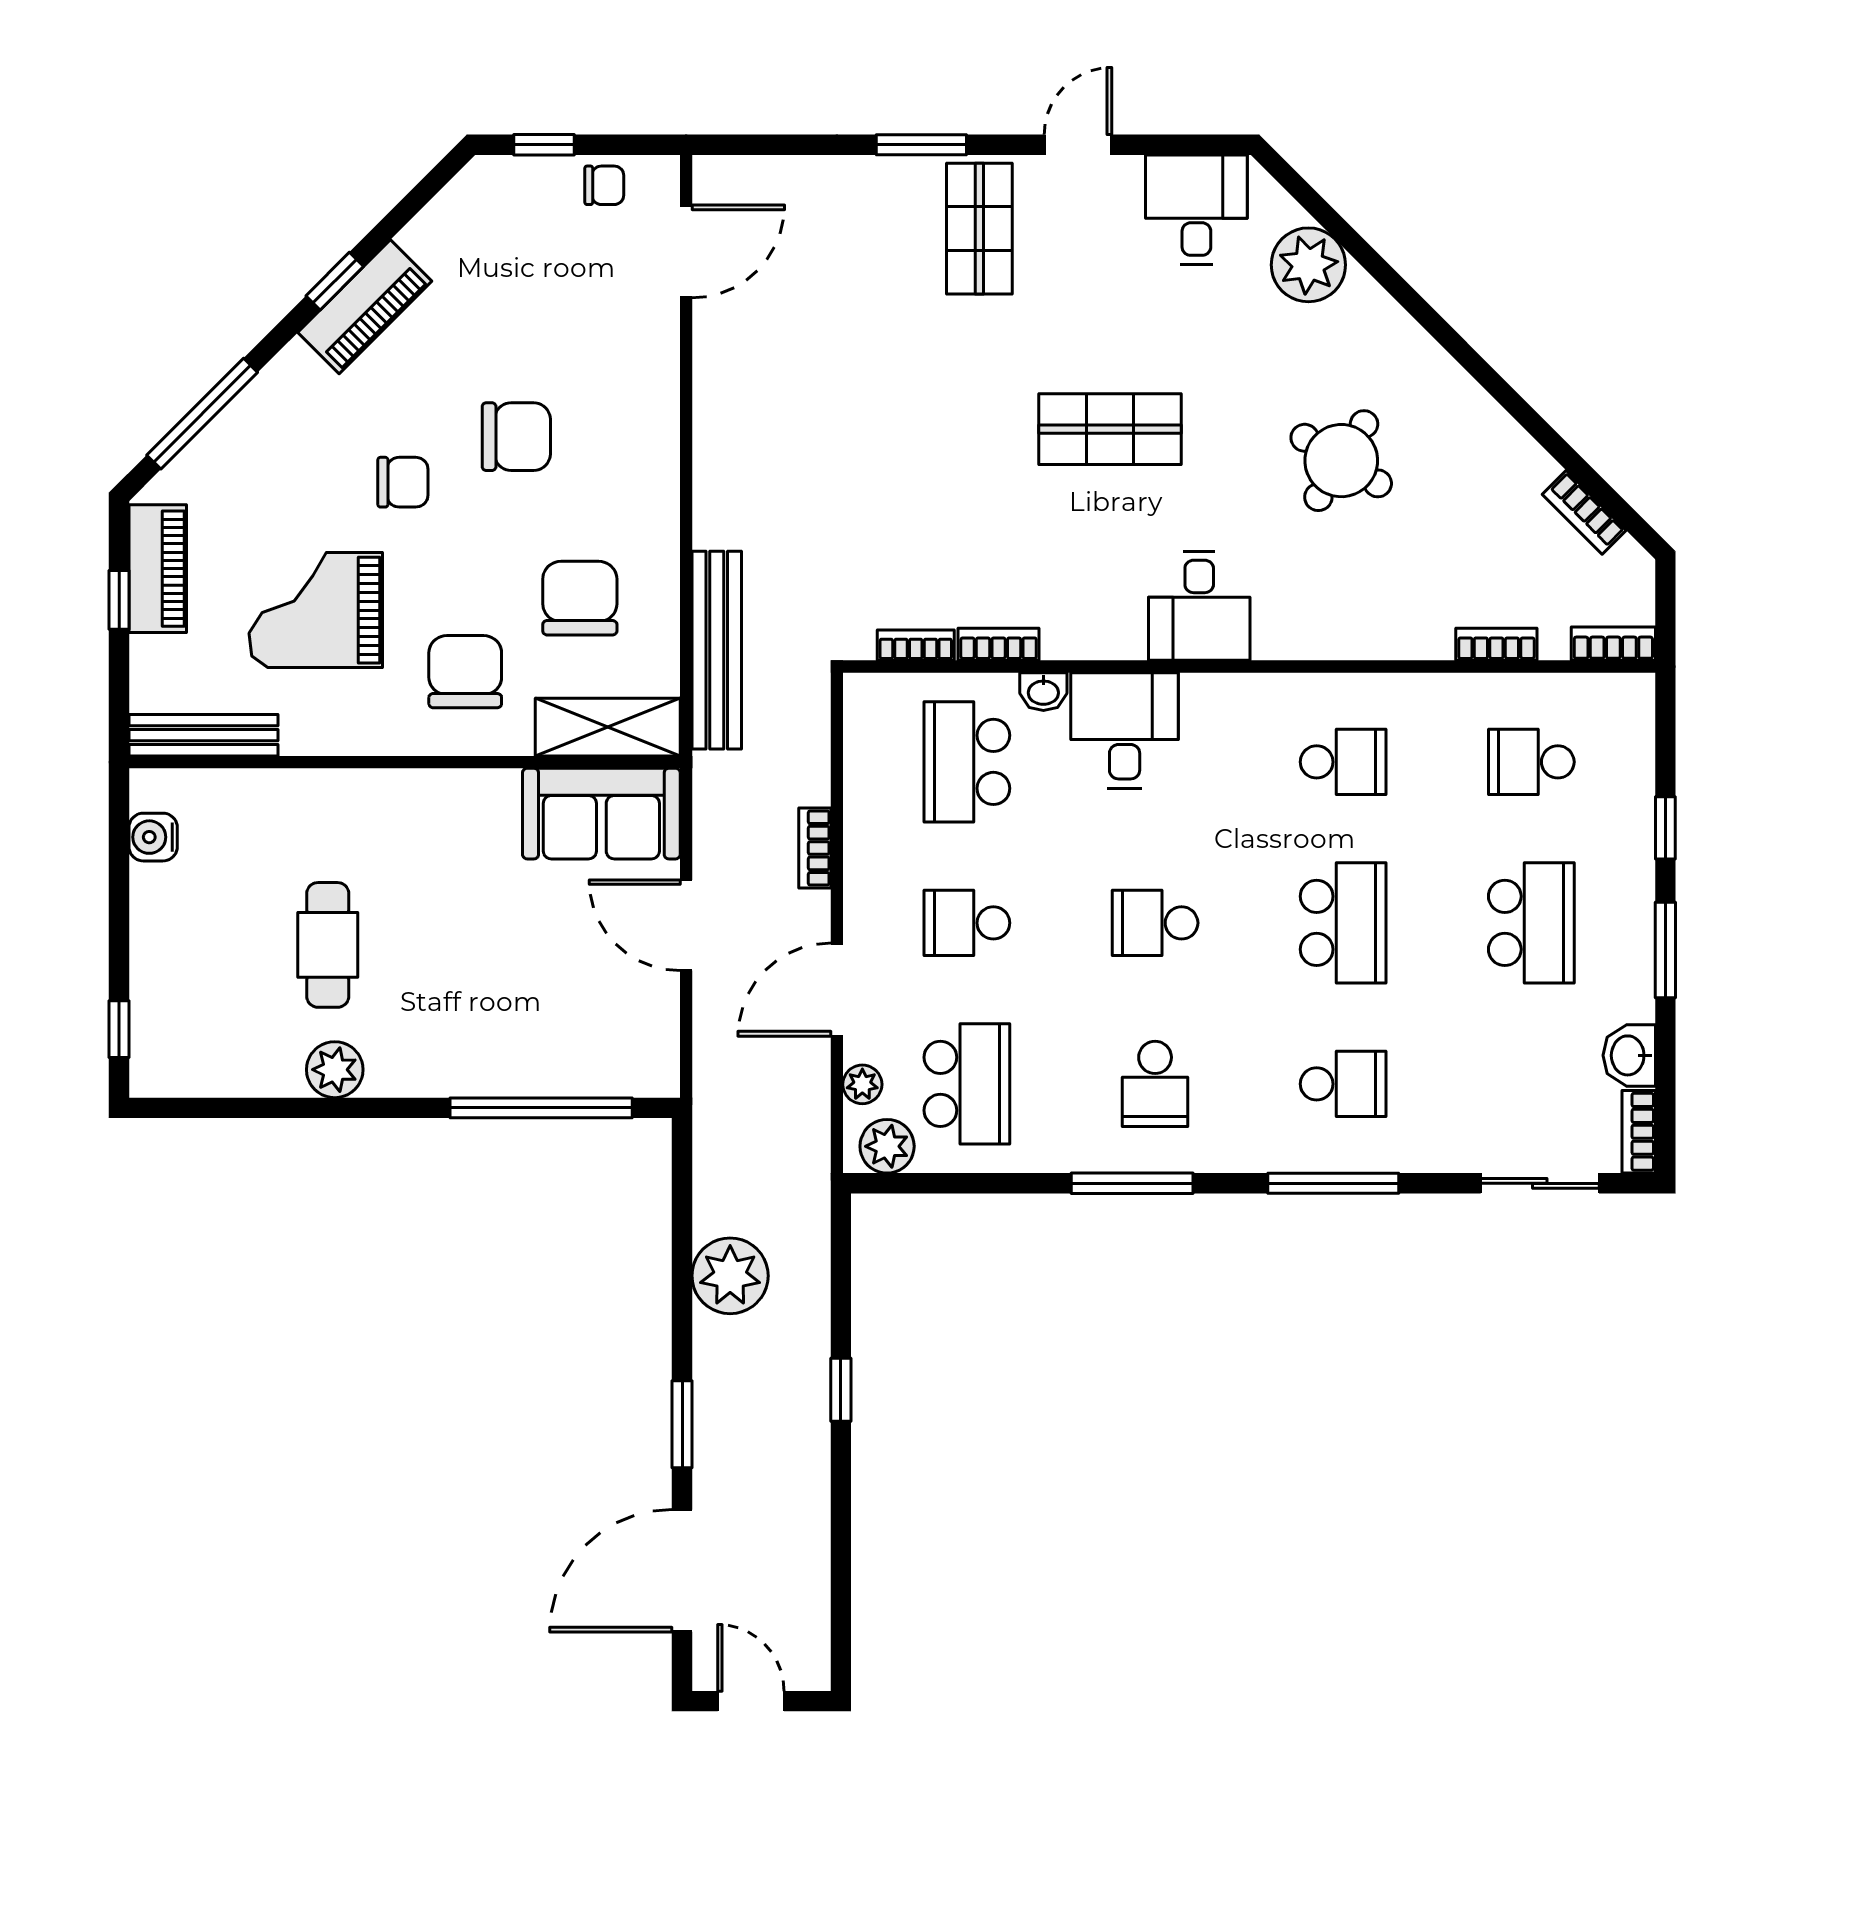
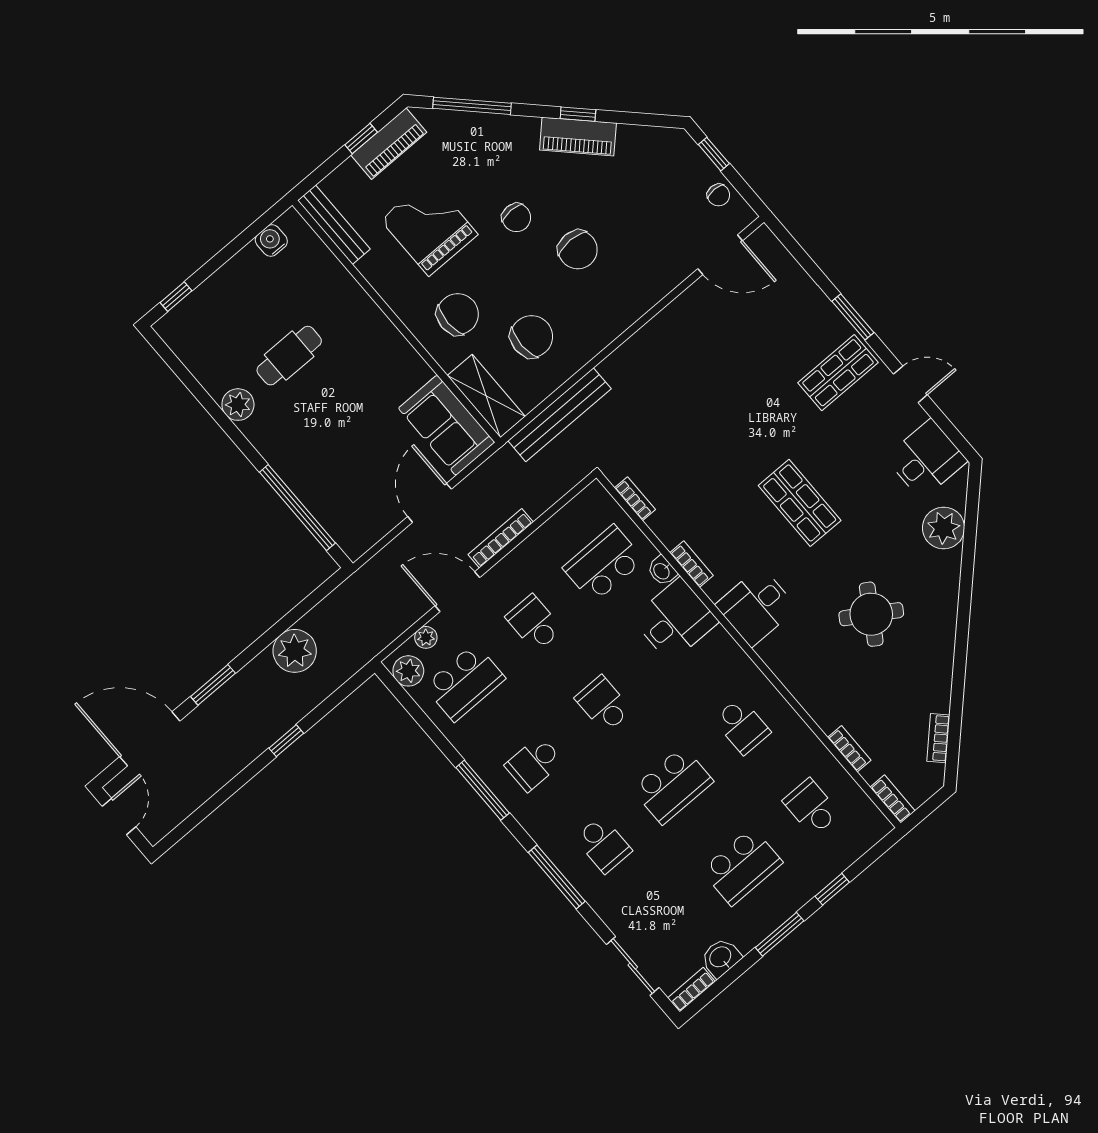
bookcase: (999, 644) -> (691, 564), moved
bookcase: (815, 848) -> (501, 538), width x1.56

